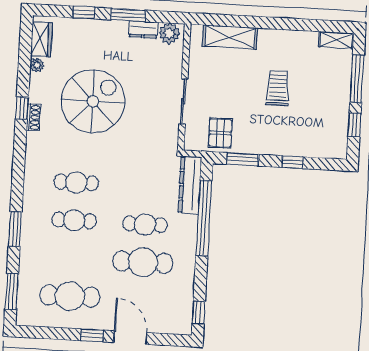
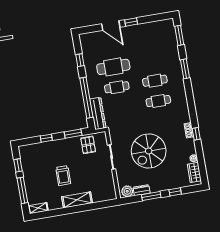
shelving: (230, 37) -> (77, 200), moved
spiral stairs: (93, 101) -> (149, 151), moved
cafe table: (70, 296) -> (148, 40), removed
window: (199, 312) -> (80, 60), moved

